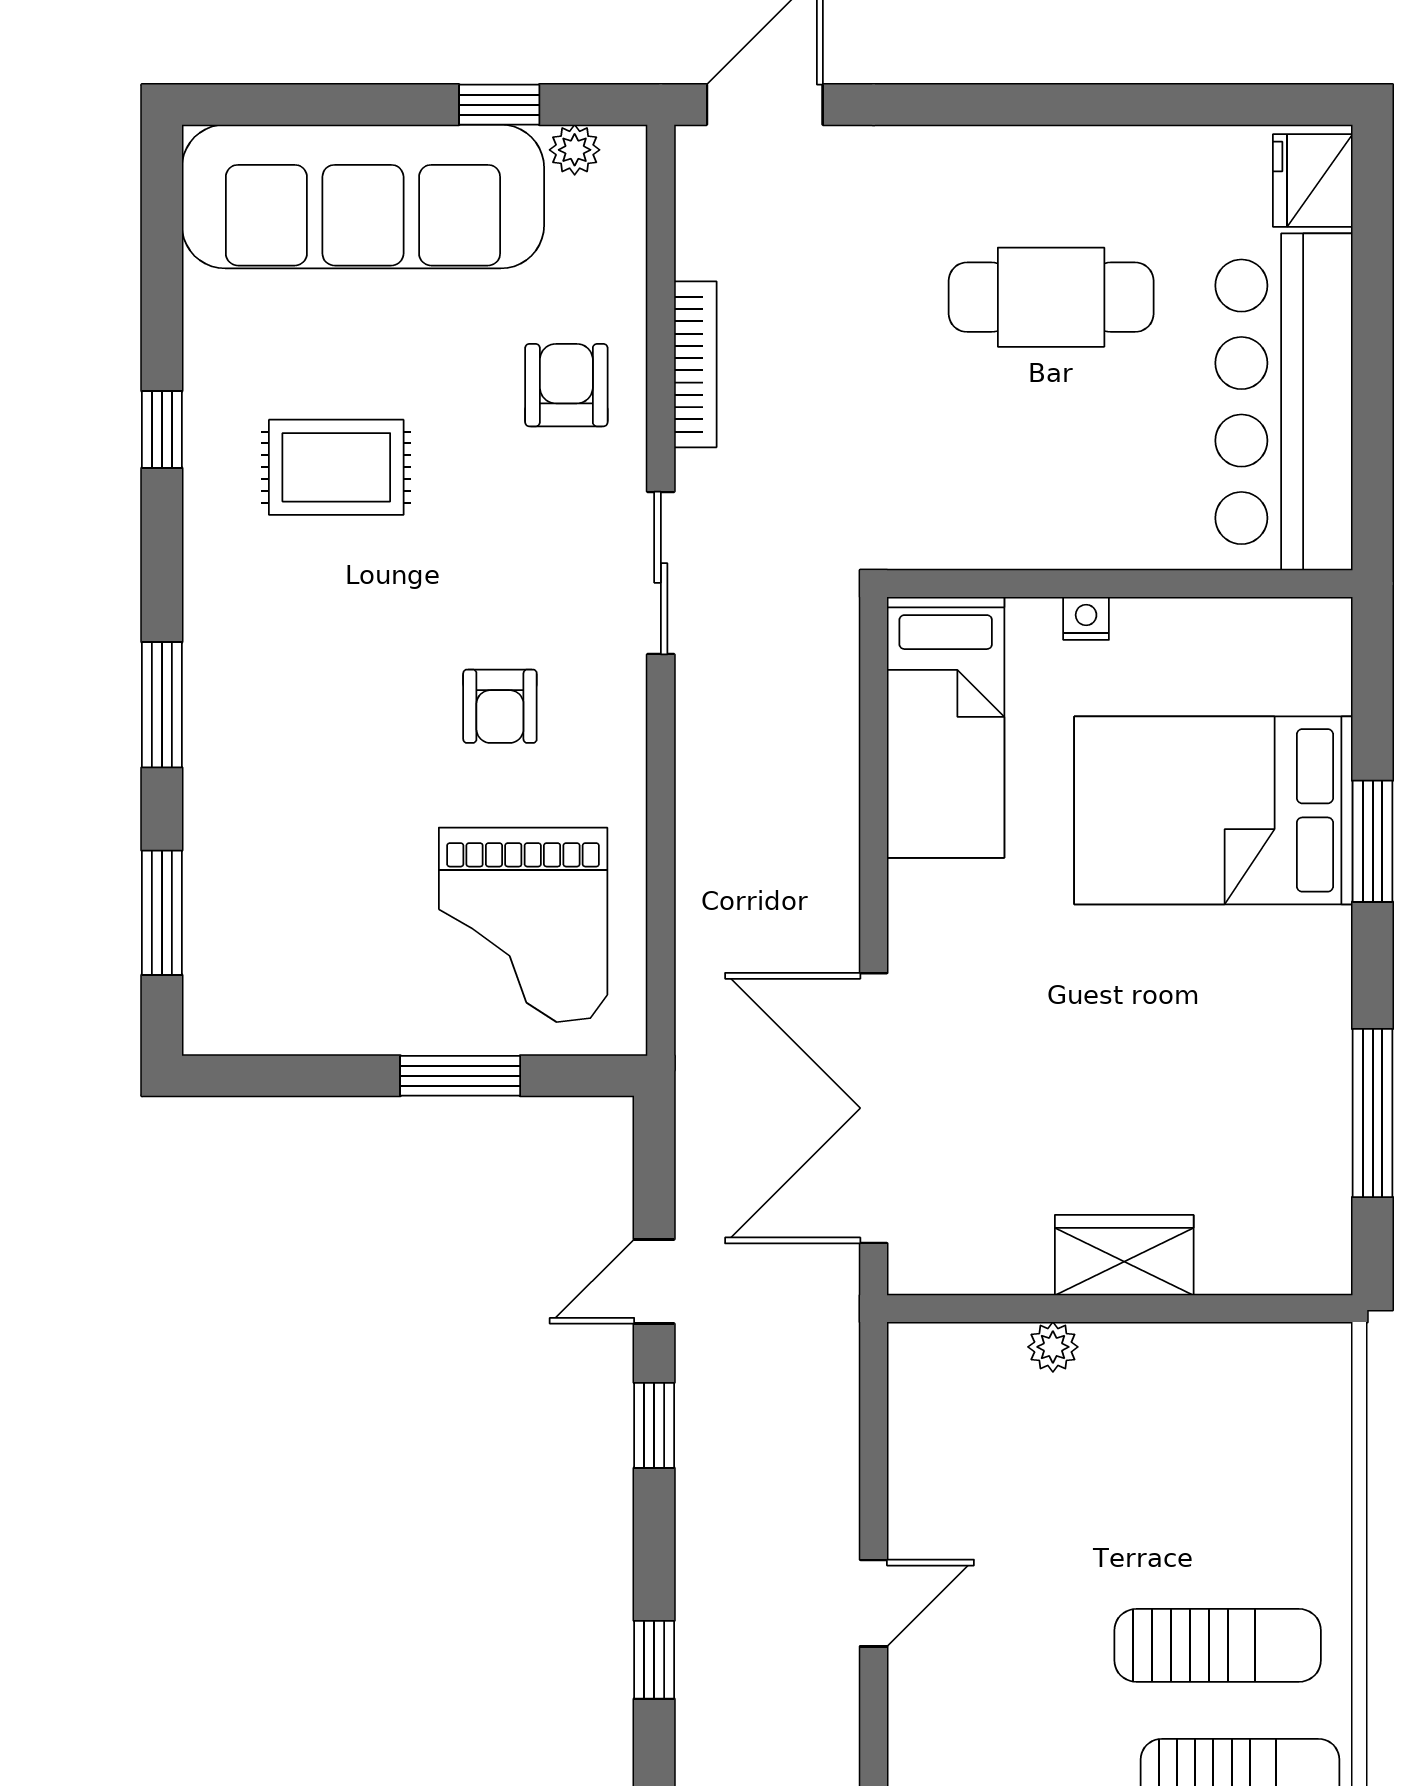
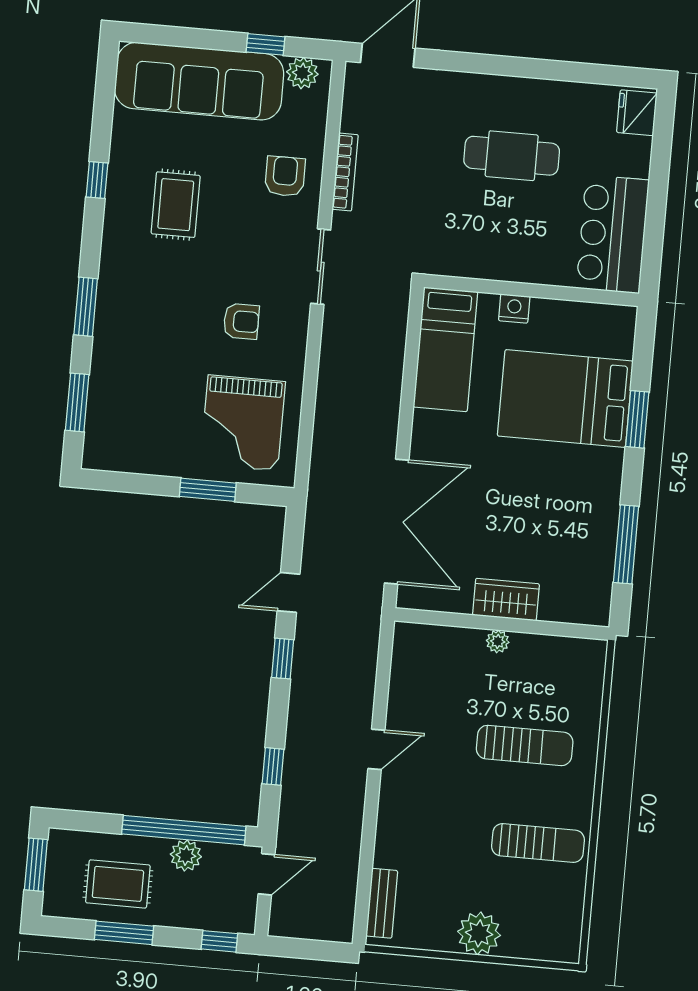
plant: (575, 150) -> (302, 73), width x1.38, depth x1.38
bar counter: (1284, 402) -> (613, 234), width x0.73
rug: (336, 467) -> (176, 205), turned 90
nightstand: (1086, 618) -> (514, 308), width x1.39, depth x1.35
armchair: (500, 706) -> (241, 321), turned -90
double door: (874, 1108) -> (397, 522), swing flipped
plant: (1053, 1347) -> (498, 641), moved
sun lounger: (1218, 1645) -> (525, 745), moved

